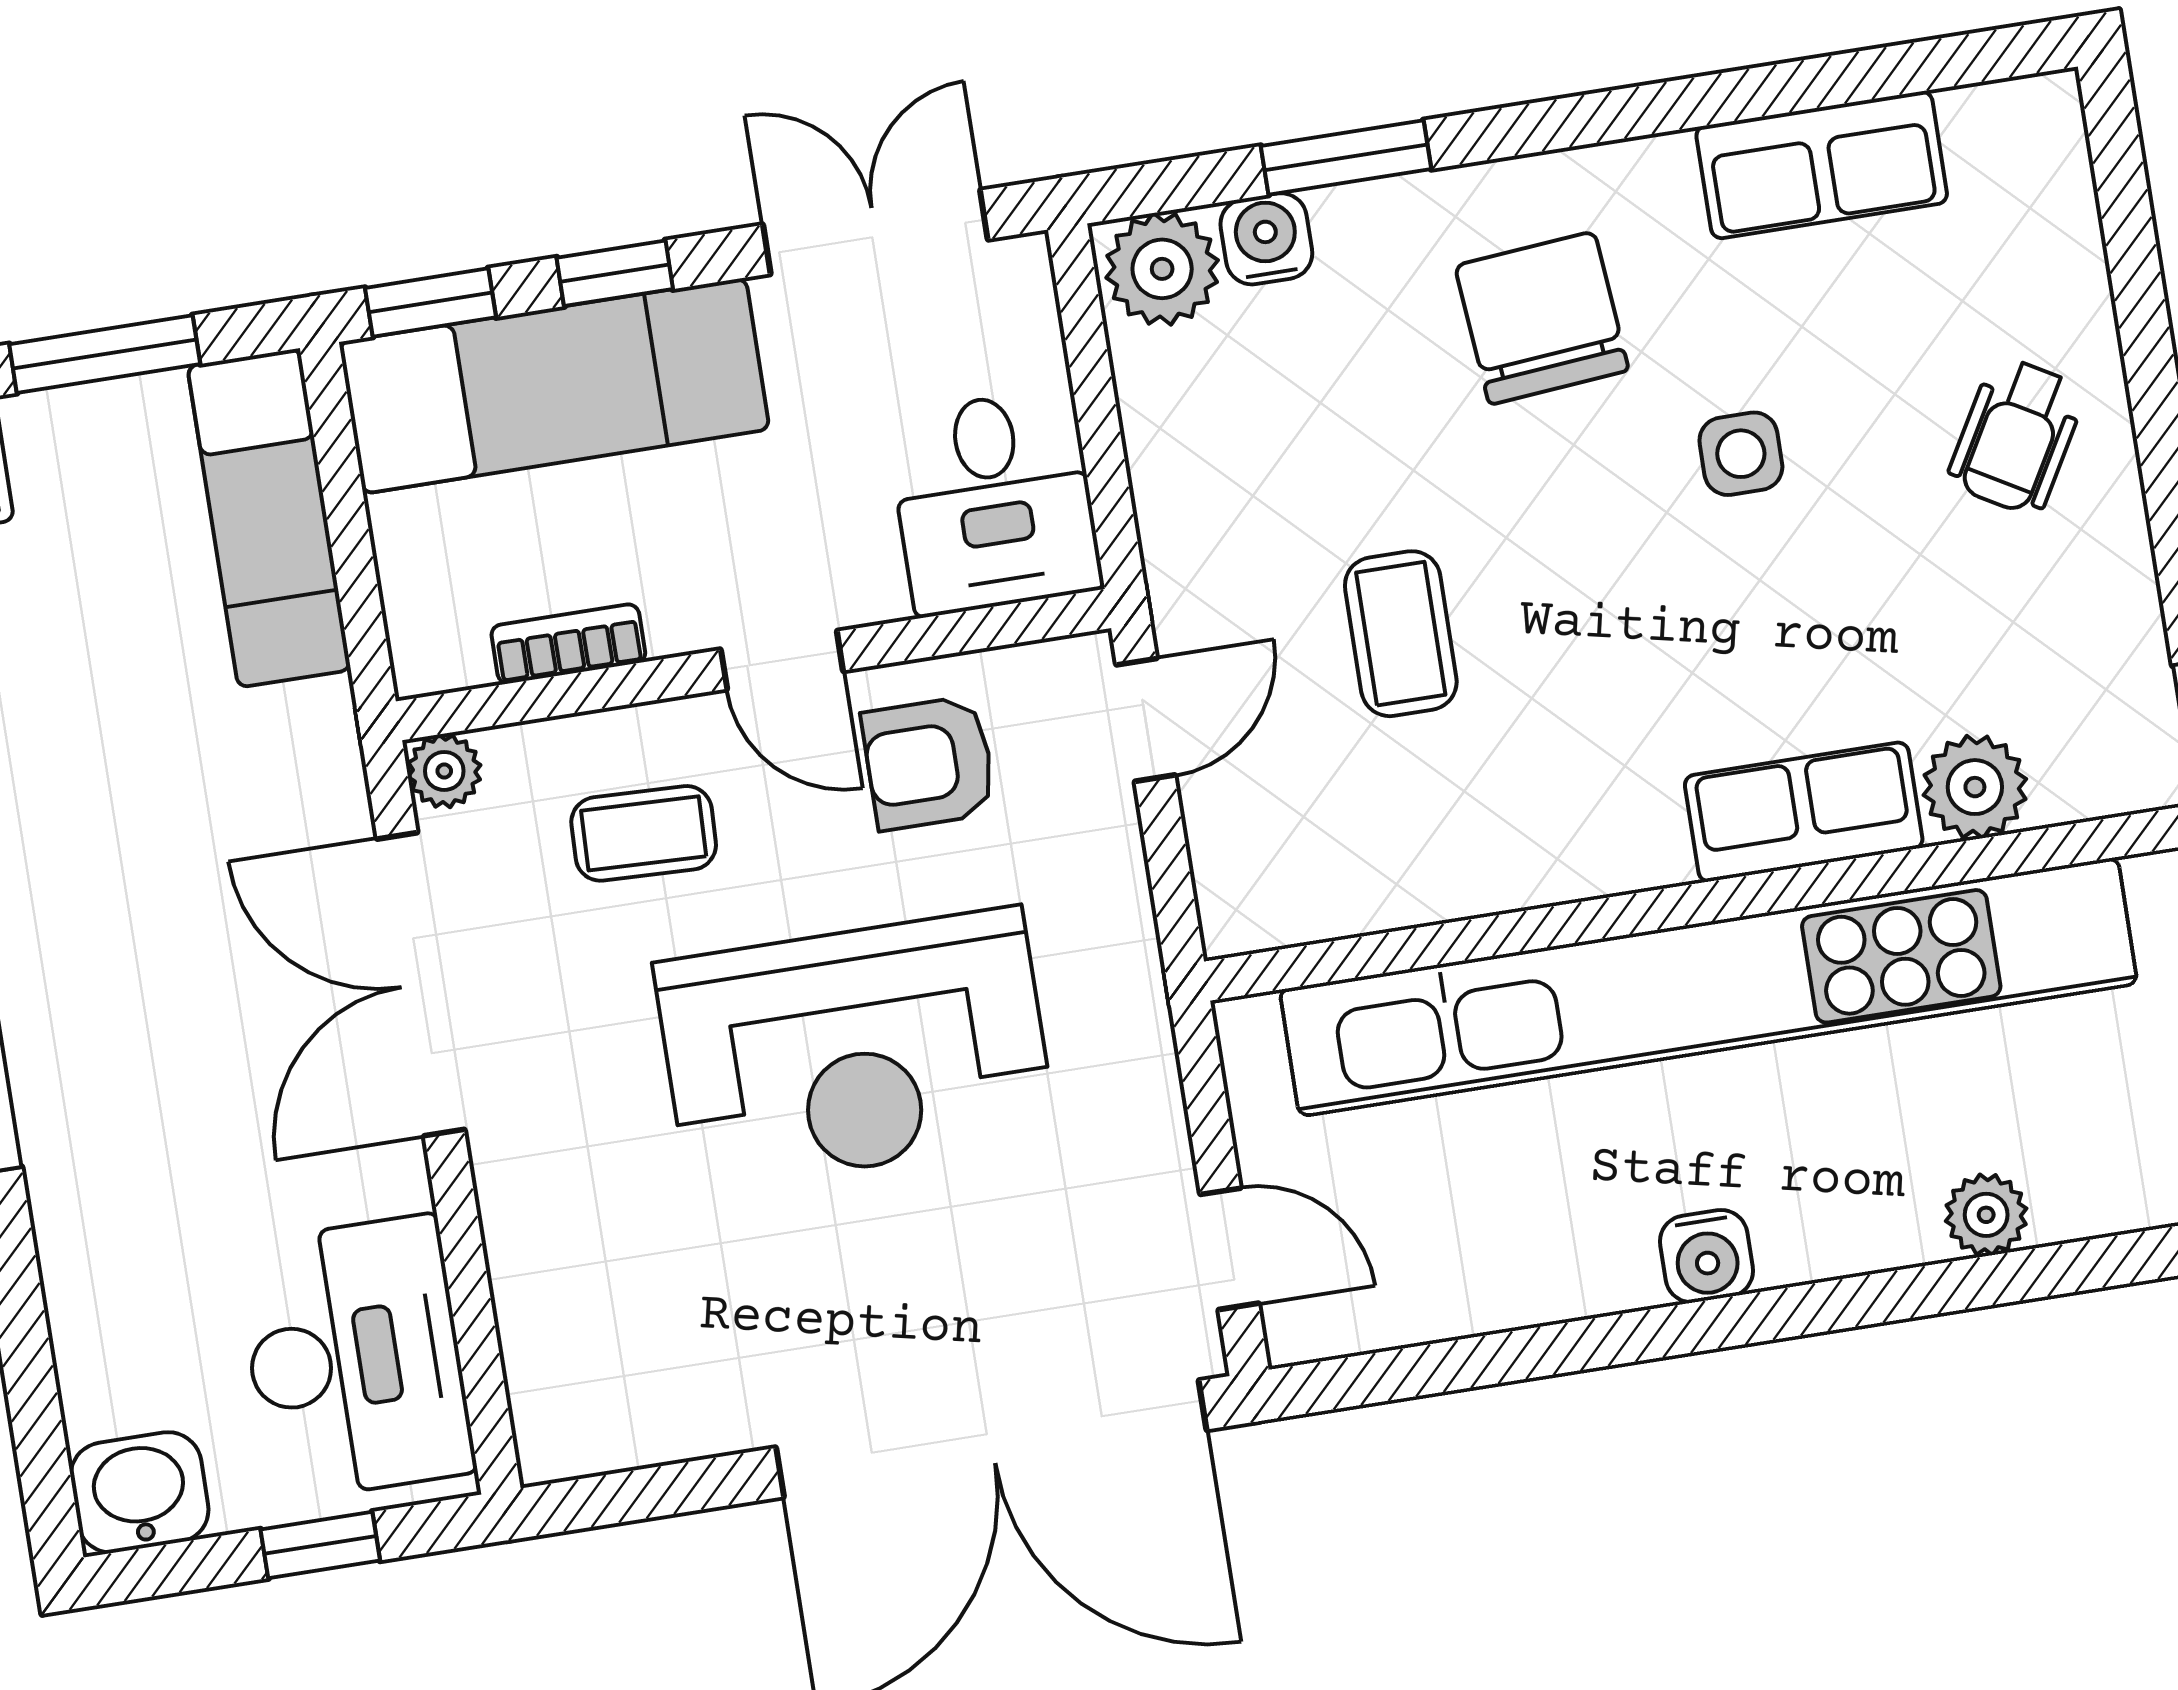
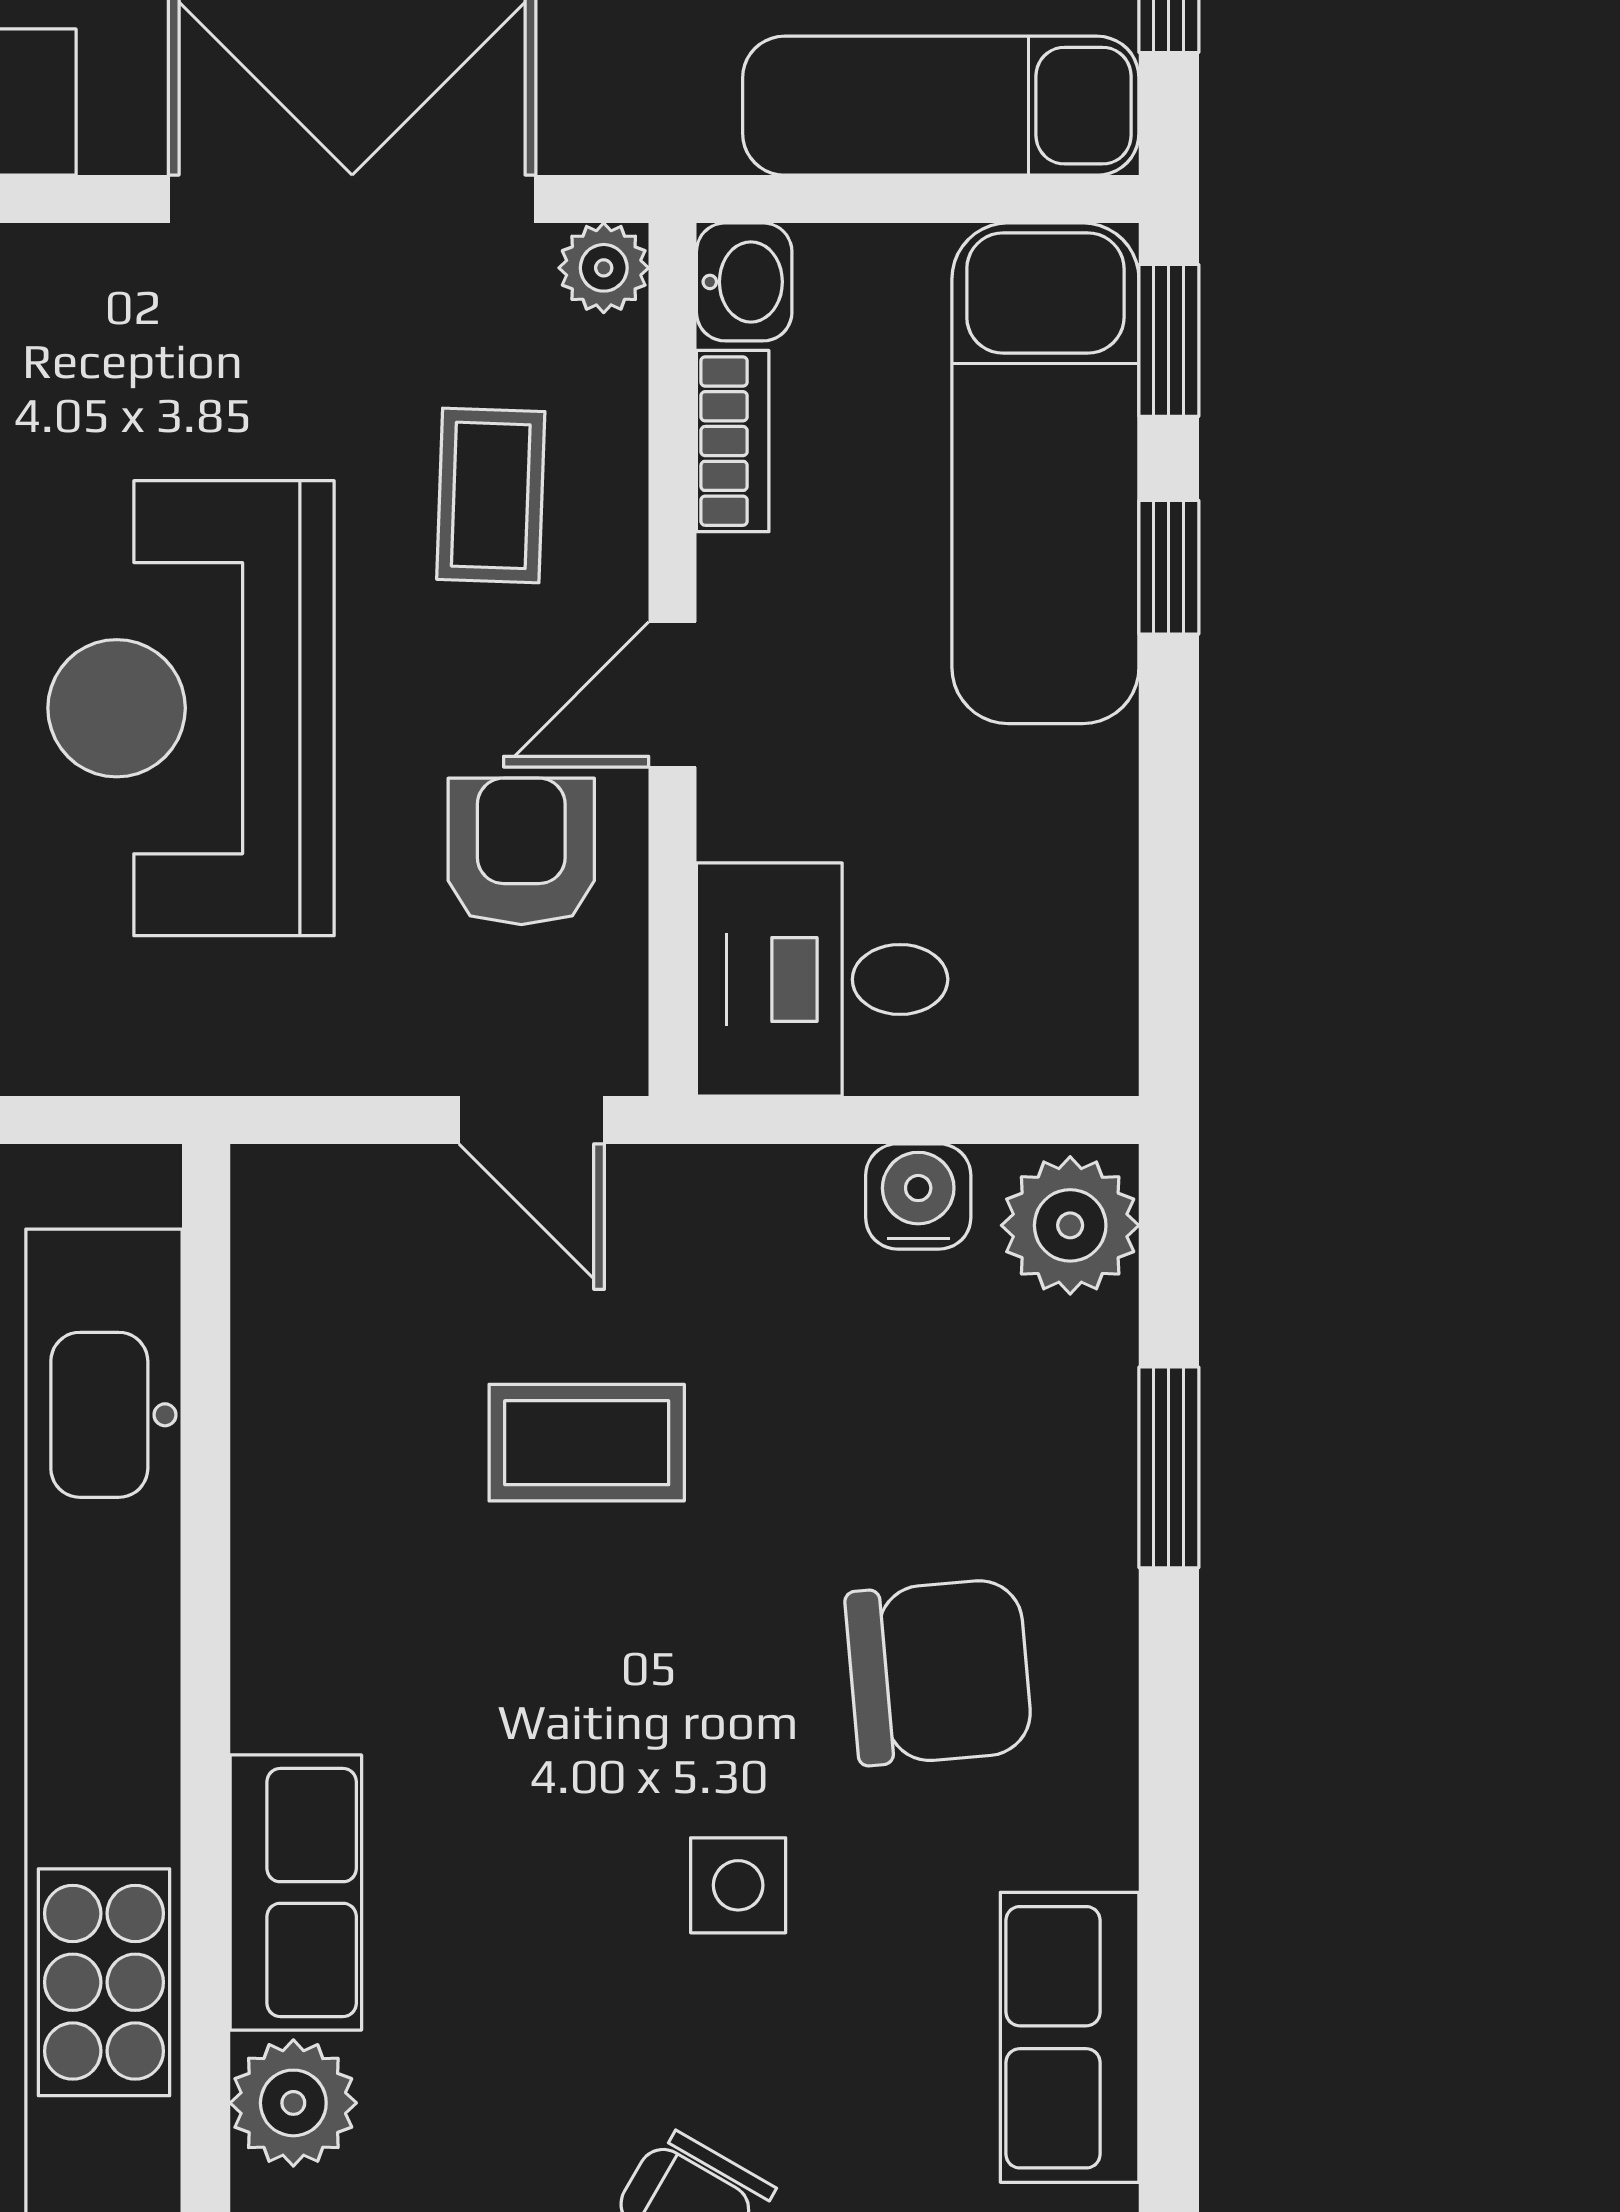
double door: (875, 232) -> (1169, 888), removed
water cooler: (1266, 239) -> (918, 1196), moved, turned -90
washbasin: (438, 655) -> (744, 282), added

